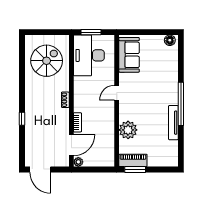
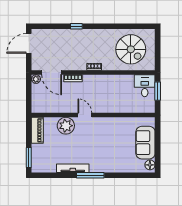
desk: (89, 55) -> (145, 86), width x0.53, depth x0.77
sofa: (129, 55) -> (145, 143), moved, turned 90
door: (117, 93) -> (85, 115), moved
window: (181, 104) -> (90, 175), width x0.68
window: (135, 169) -> (29, 157), moved

